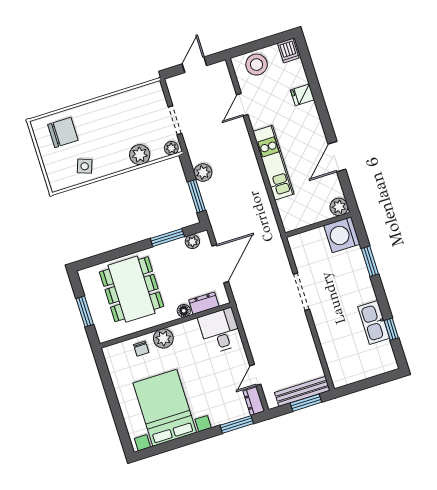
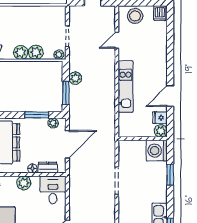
fridge: (302, 95) -> (160, 118), moved
plant: (119, 161) -> (21, 52), added
plant: (163, 338) -> (24, 183), moved

